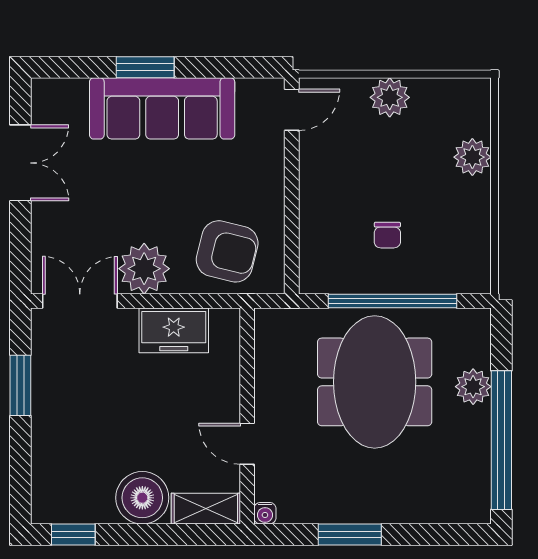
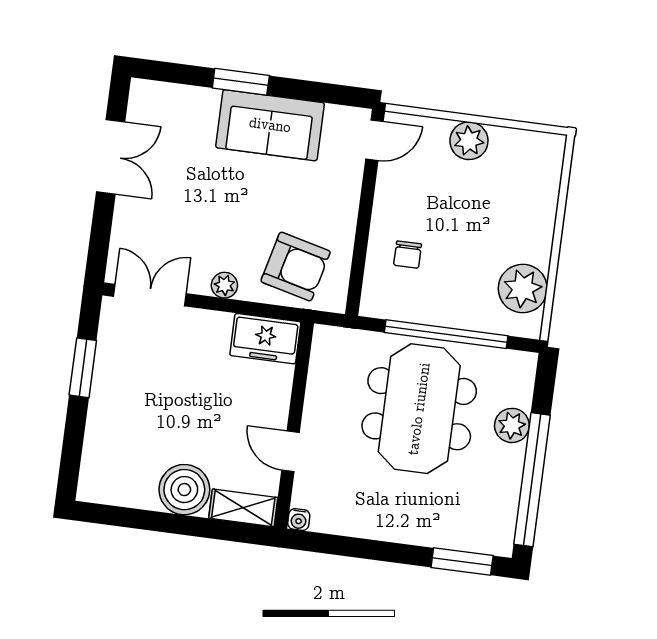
sofa: (162, 108) -> (270, 125), width x0.73
plant: (472, 157) -> (523, 289), moved, width x1.36, depth x1.36
chair: (387, 235) -> (408, 255), moved
plant: (144, 269) -> (224, 285), width x0.53, depth x0.53
freezer: (174, 330) -> (265, 339), moved
window: (73, 535) -> (114, 516), removed
window: (350, 535) -> (462, 562), moved

